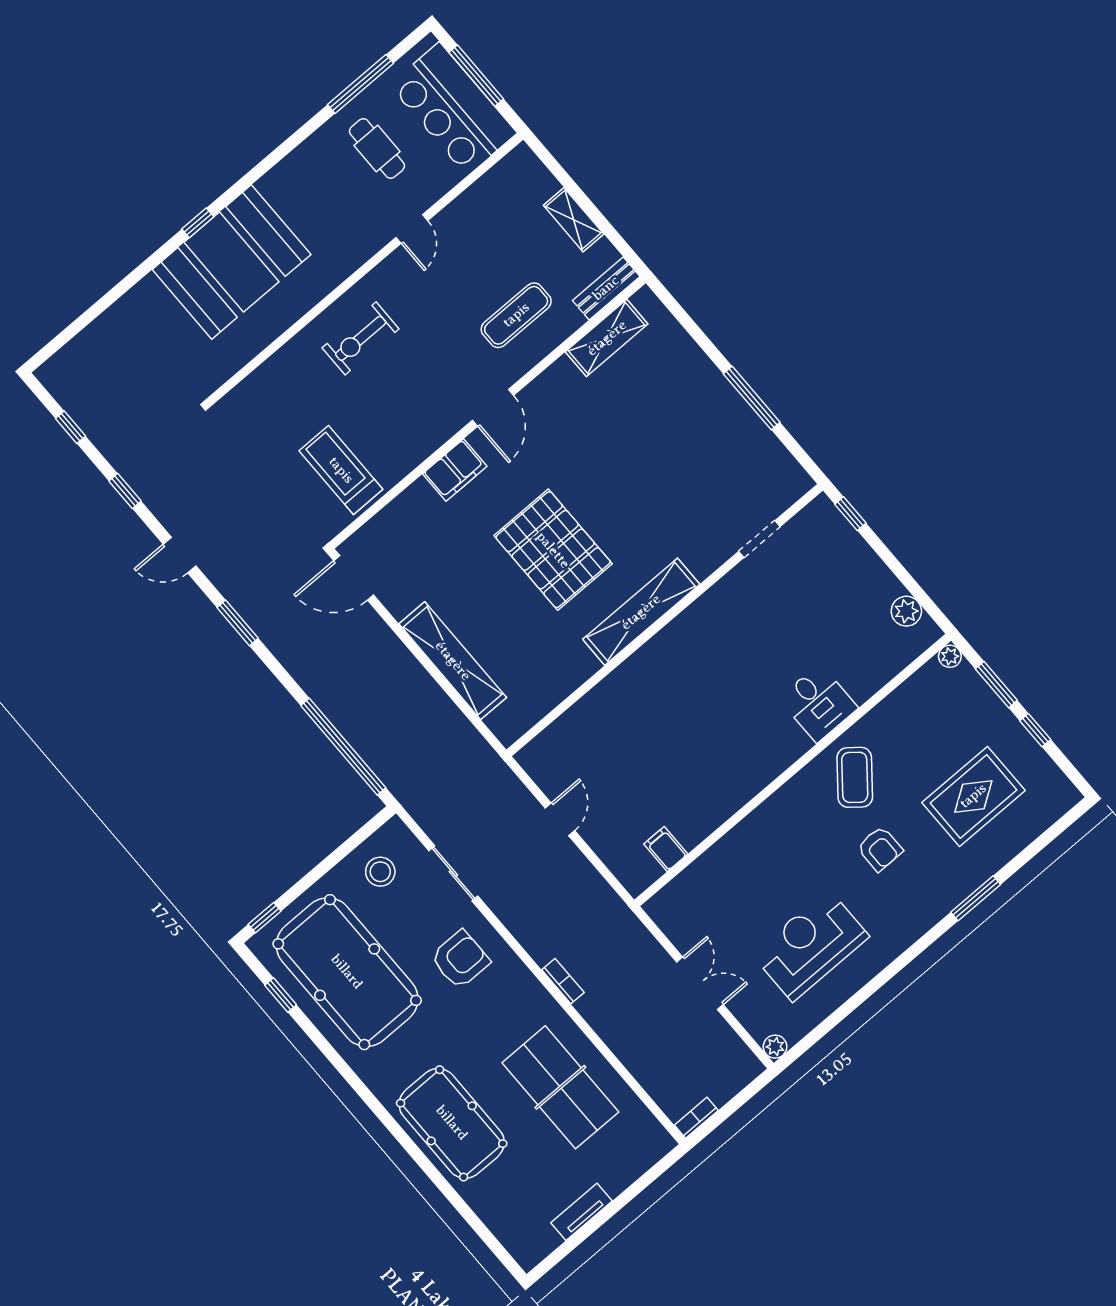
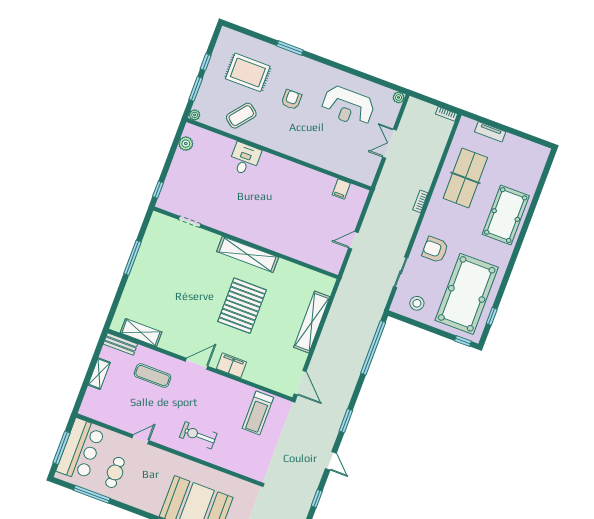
exercise bike: (361, 338) -> (198, 435), turned 180
coffee table: (855, 777) -> (241, 116), moved
tv unit: (581, 1212) -> (490, 132), moved

